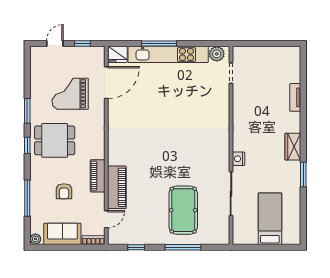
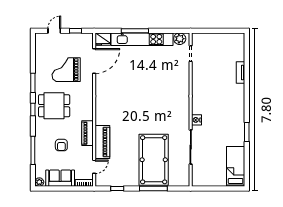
wardrobe: (293, 147) -> (239, 111), removed
pool table: (183, 210) -> (154, 160), width x1.36, depth x1.32
bed: (270, 219) -> (236, 166), moved

